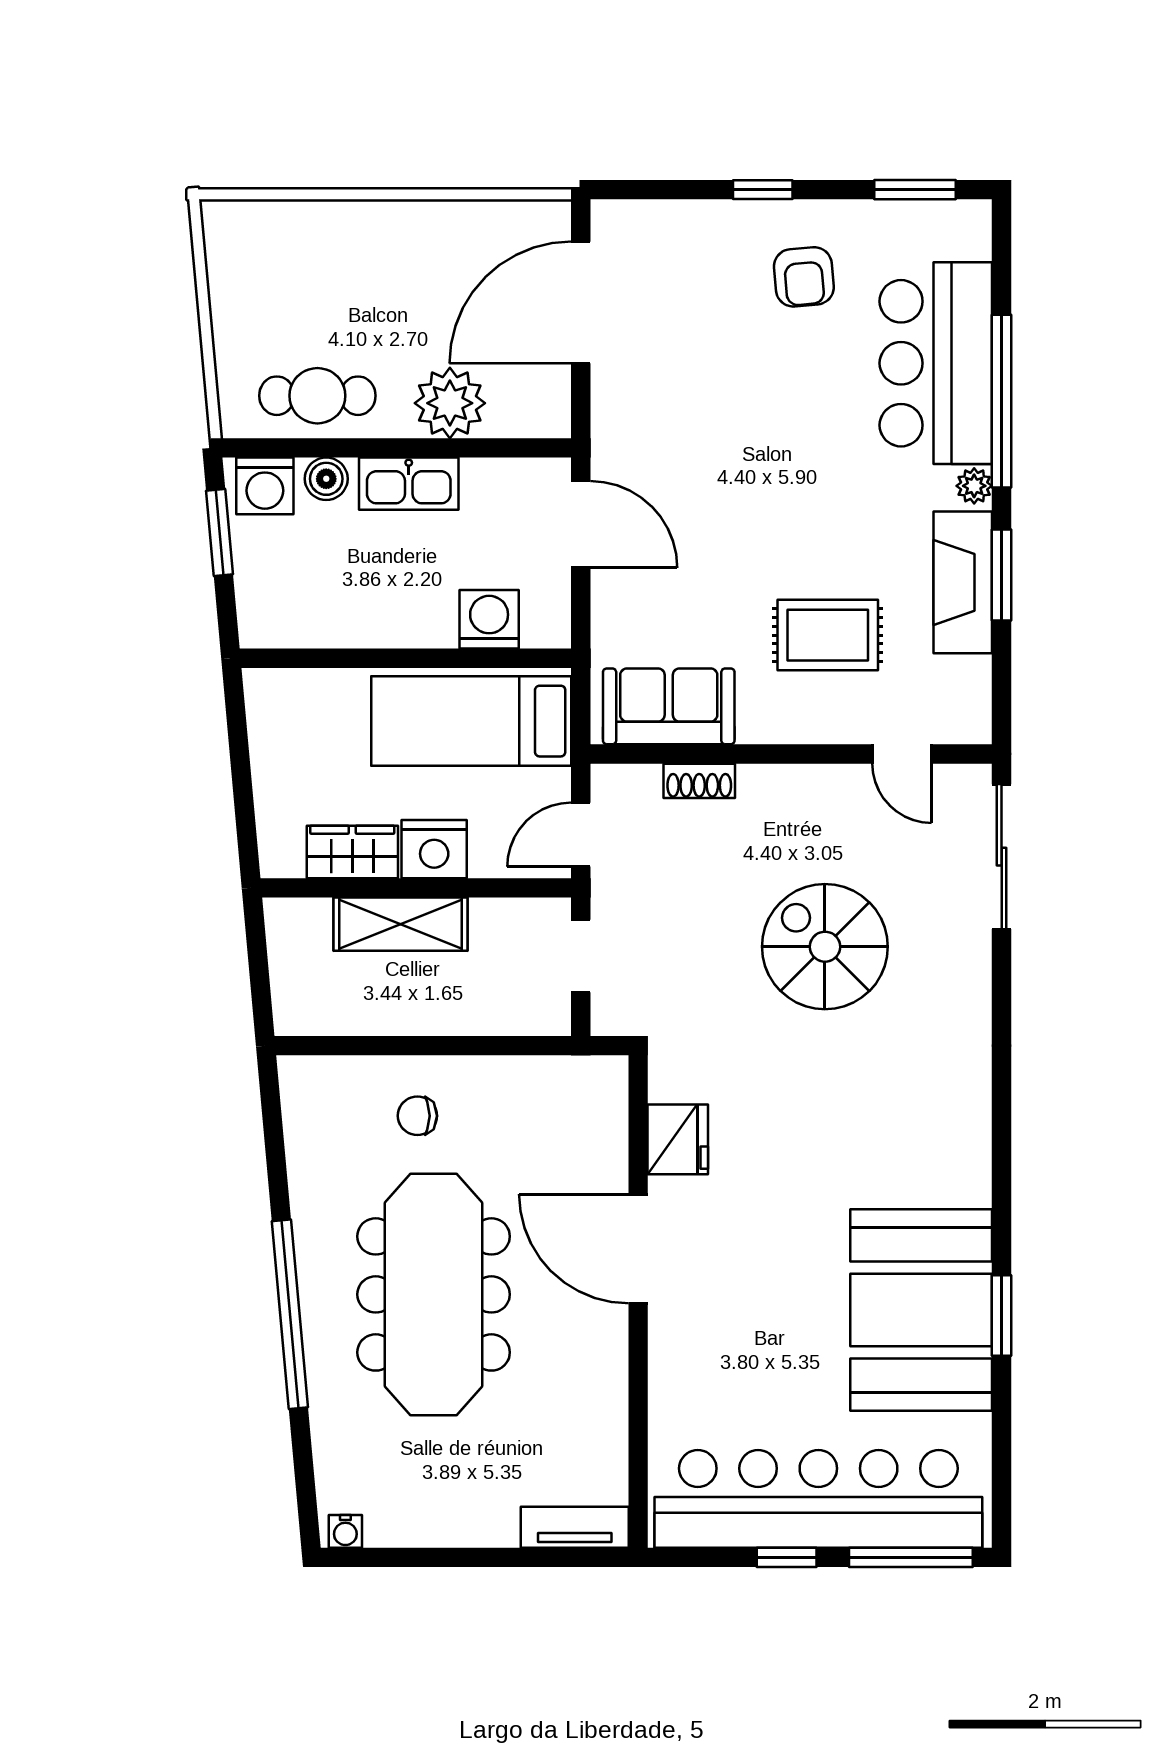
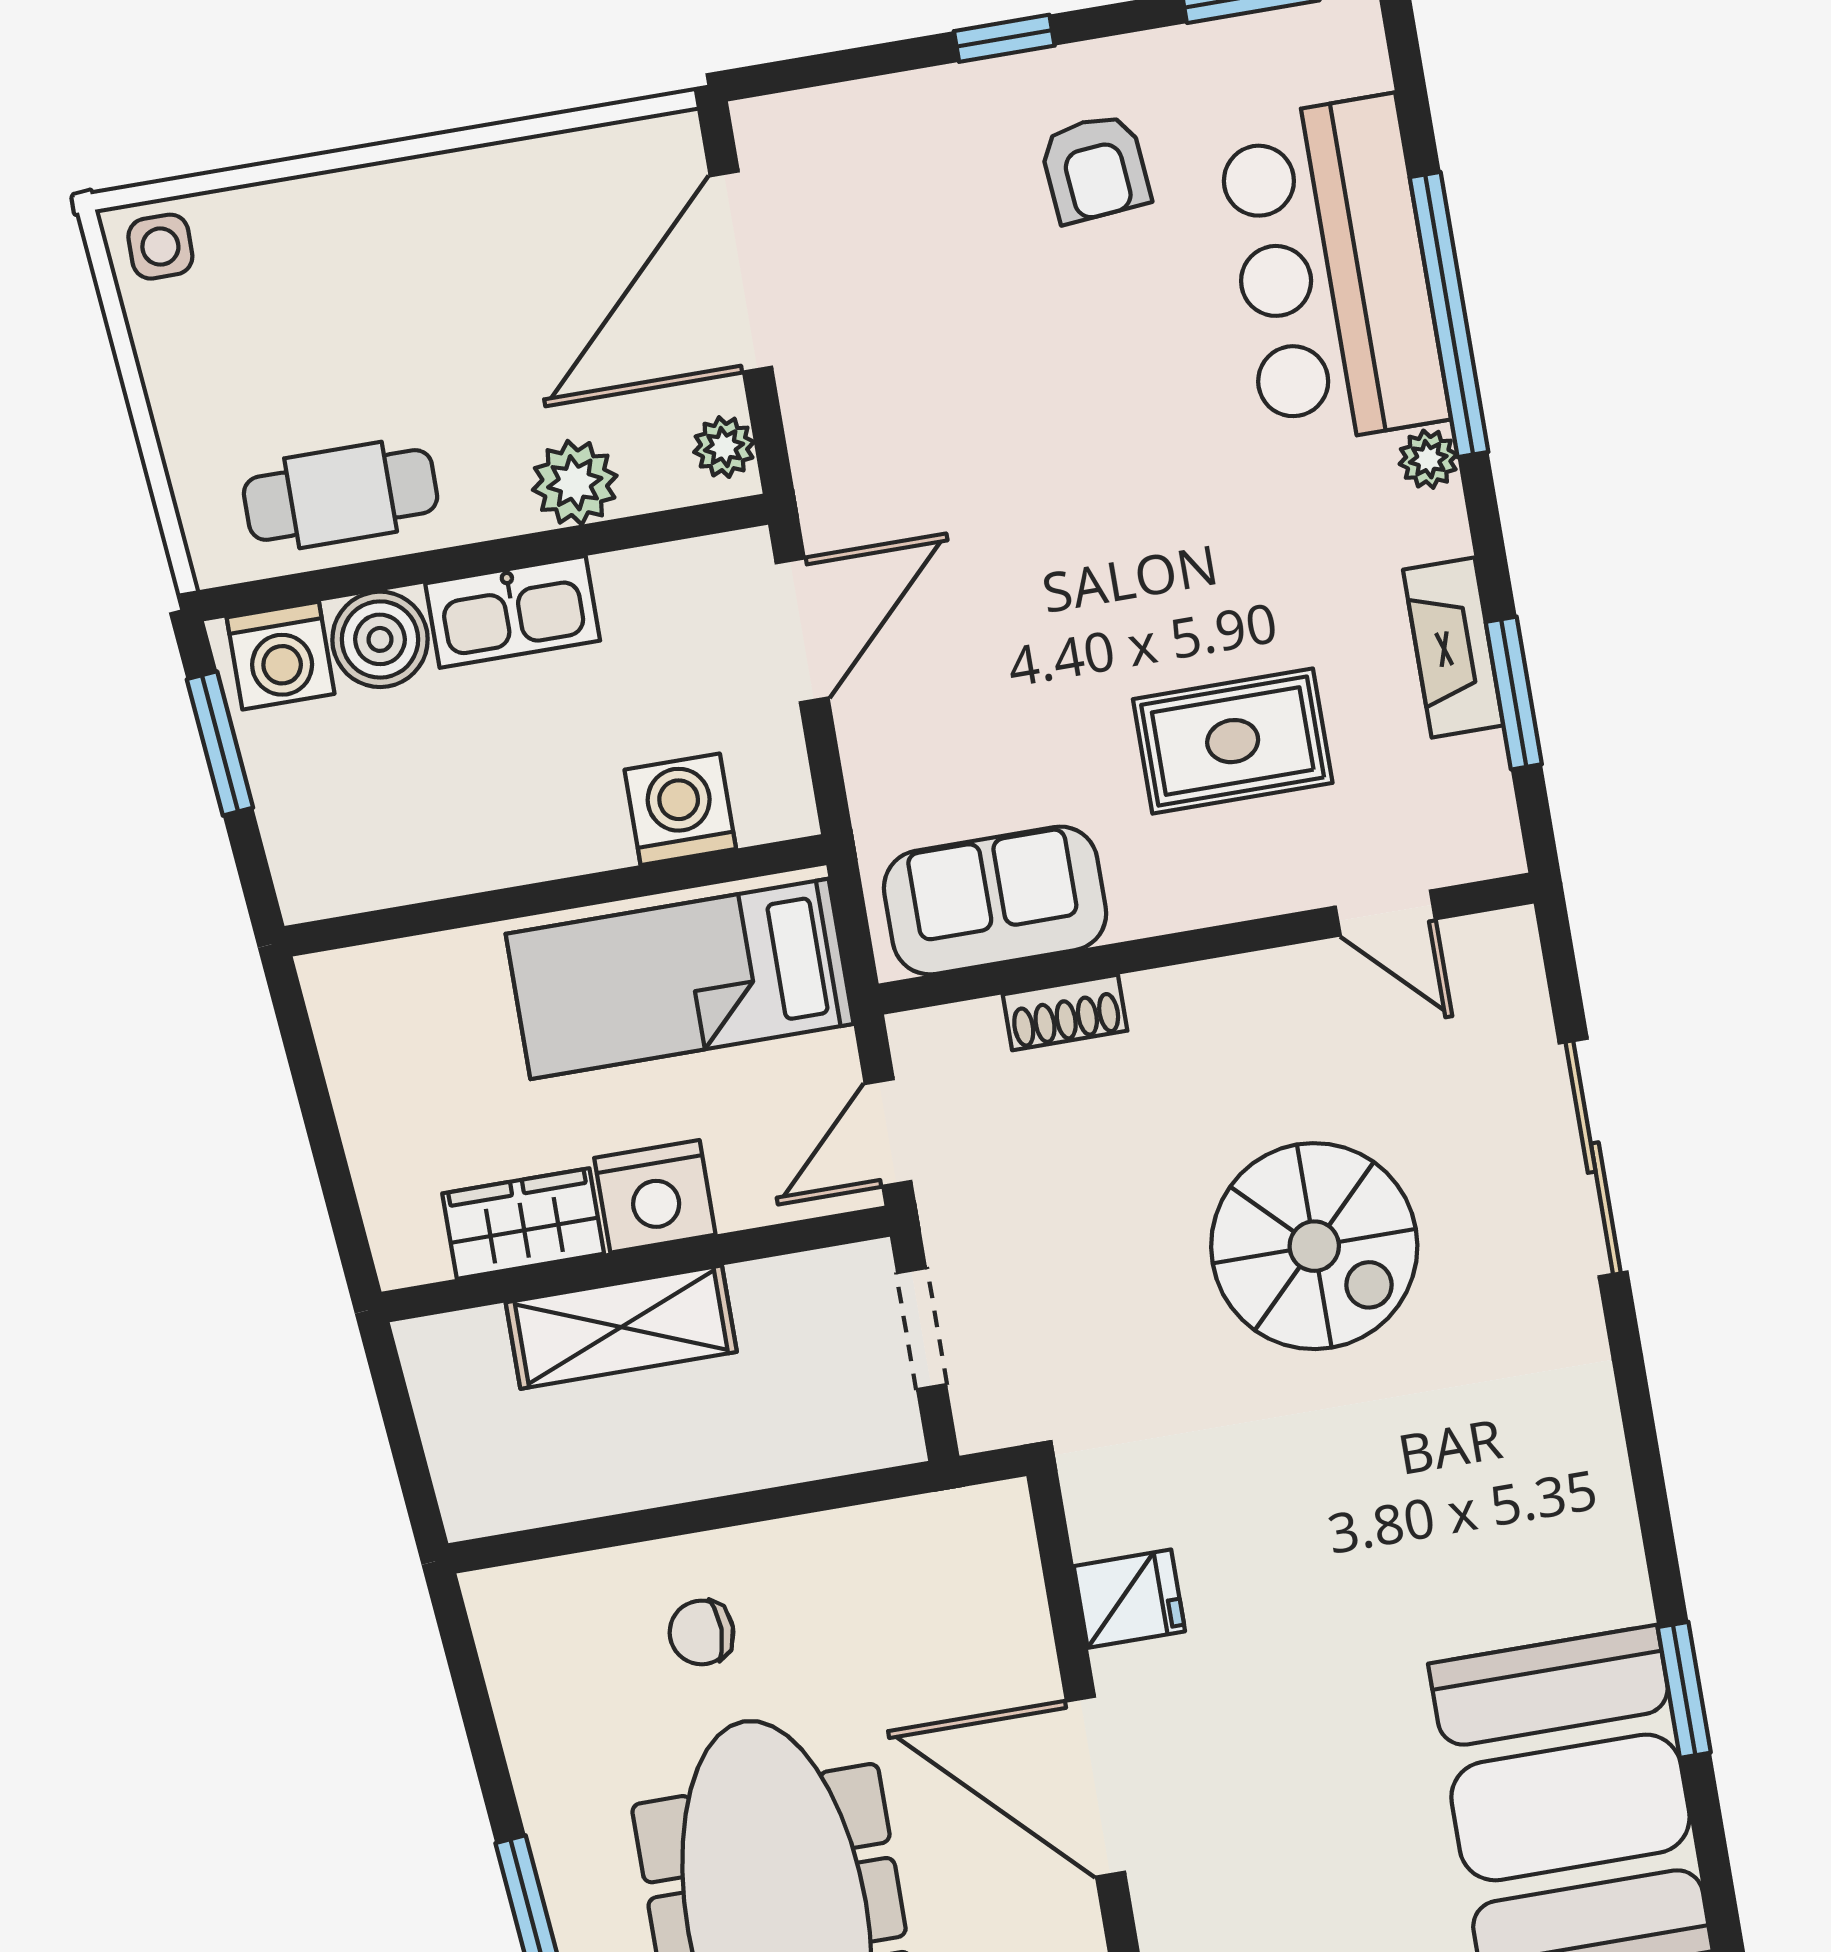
side table: (235, 228) -> (160, 247), added
plant: (450, 403) -> (575, 483), width x0.73, depth x0.73
plant: (553, 406) -> (724, 447), added
boiler: (326, 479) -> (380, 639), width x1.36, depth x1.36
door: (581, 524) -> (802, 630), hinge flipped
window: (1002, 575) -> (1514, 693), moved
fireplace: (963, 582) -> (1453, 648), width x0.73, depth x0.76
sliding door: (1002, 857) -> (1593, 1158), moved
spiral stairs: (825, 947) -> (1314, 1246), turned 180
fridge: (678, 1139) -> (1129, 1599), width x0.72
window: (1002, 1316) -> (1684, 1690), moved

